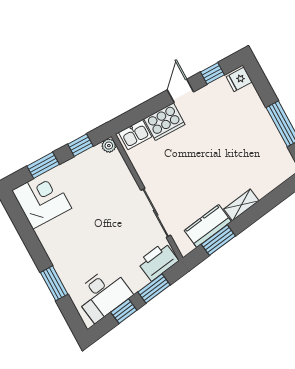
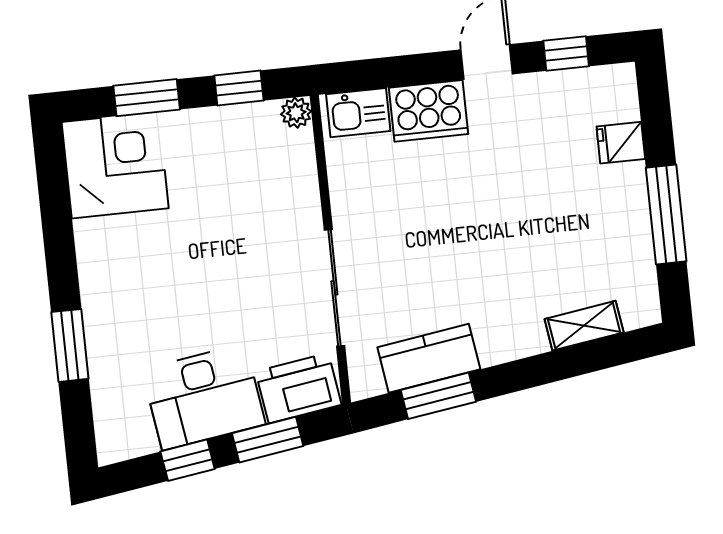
fridge: (239, 79) -> (621, 143), moved
shelving: (241, 205) -> (584, 326), moved
desk: (103, 294) -> (204, 397), moved

